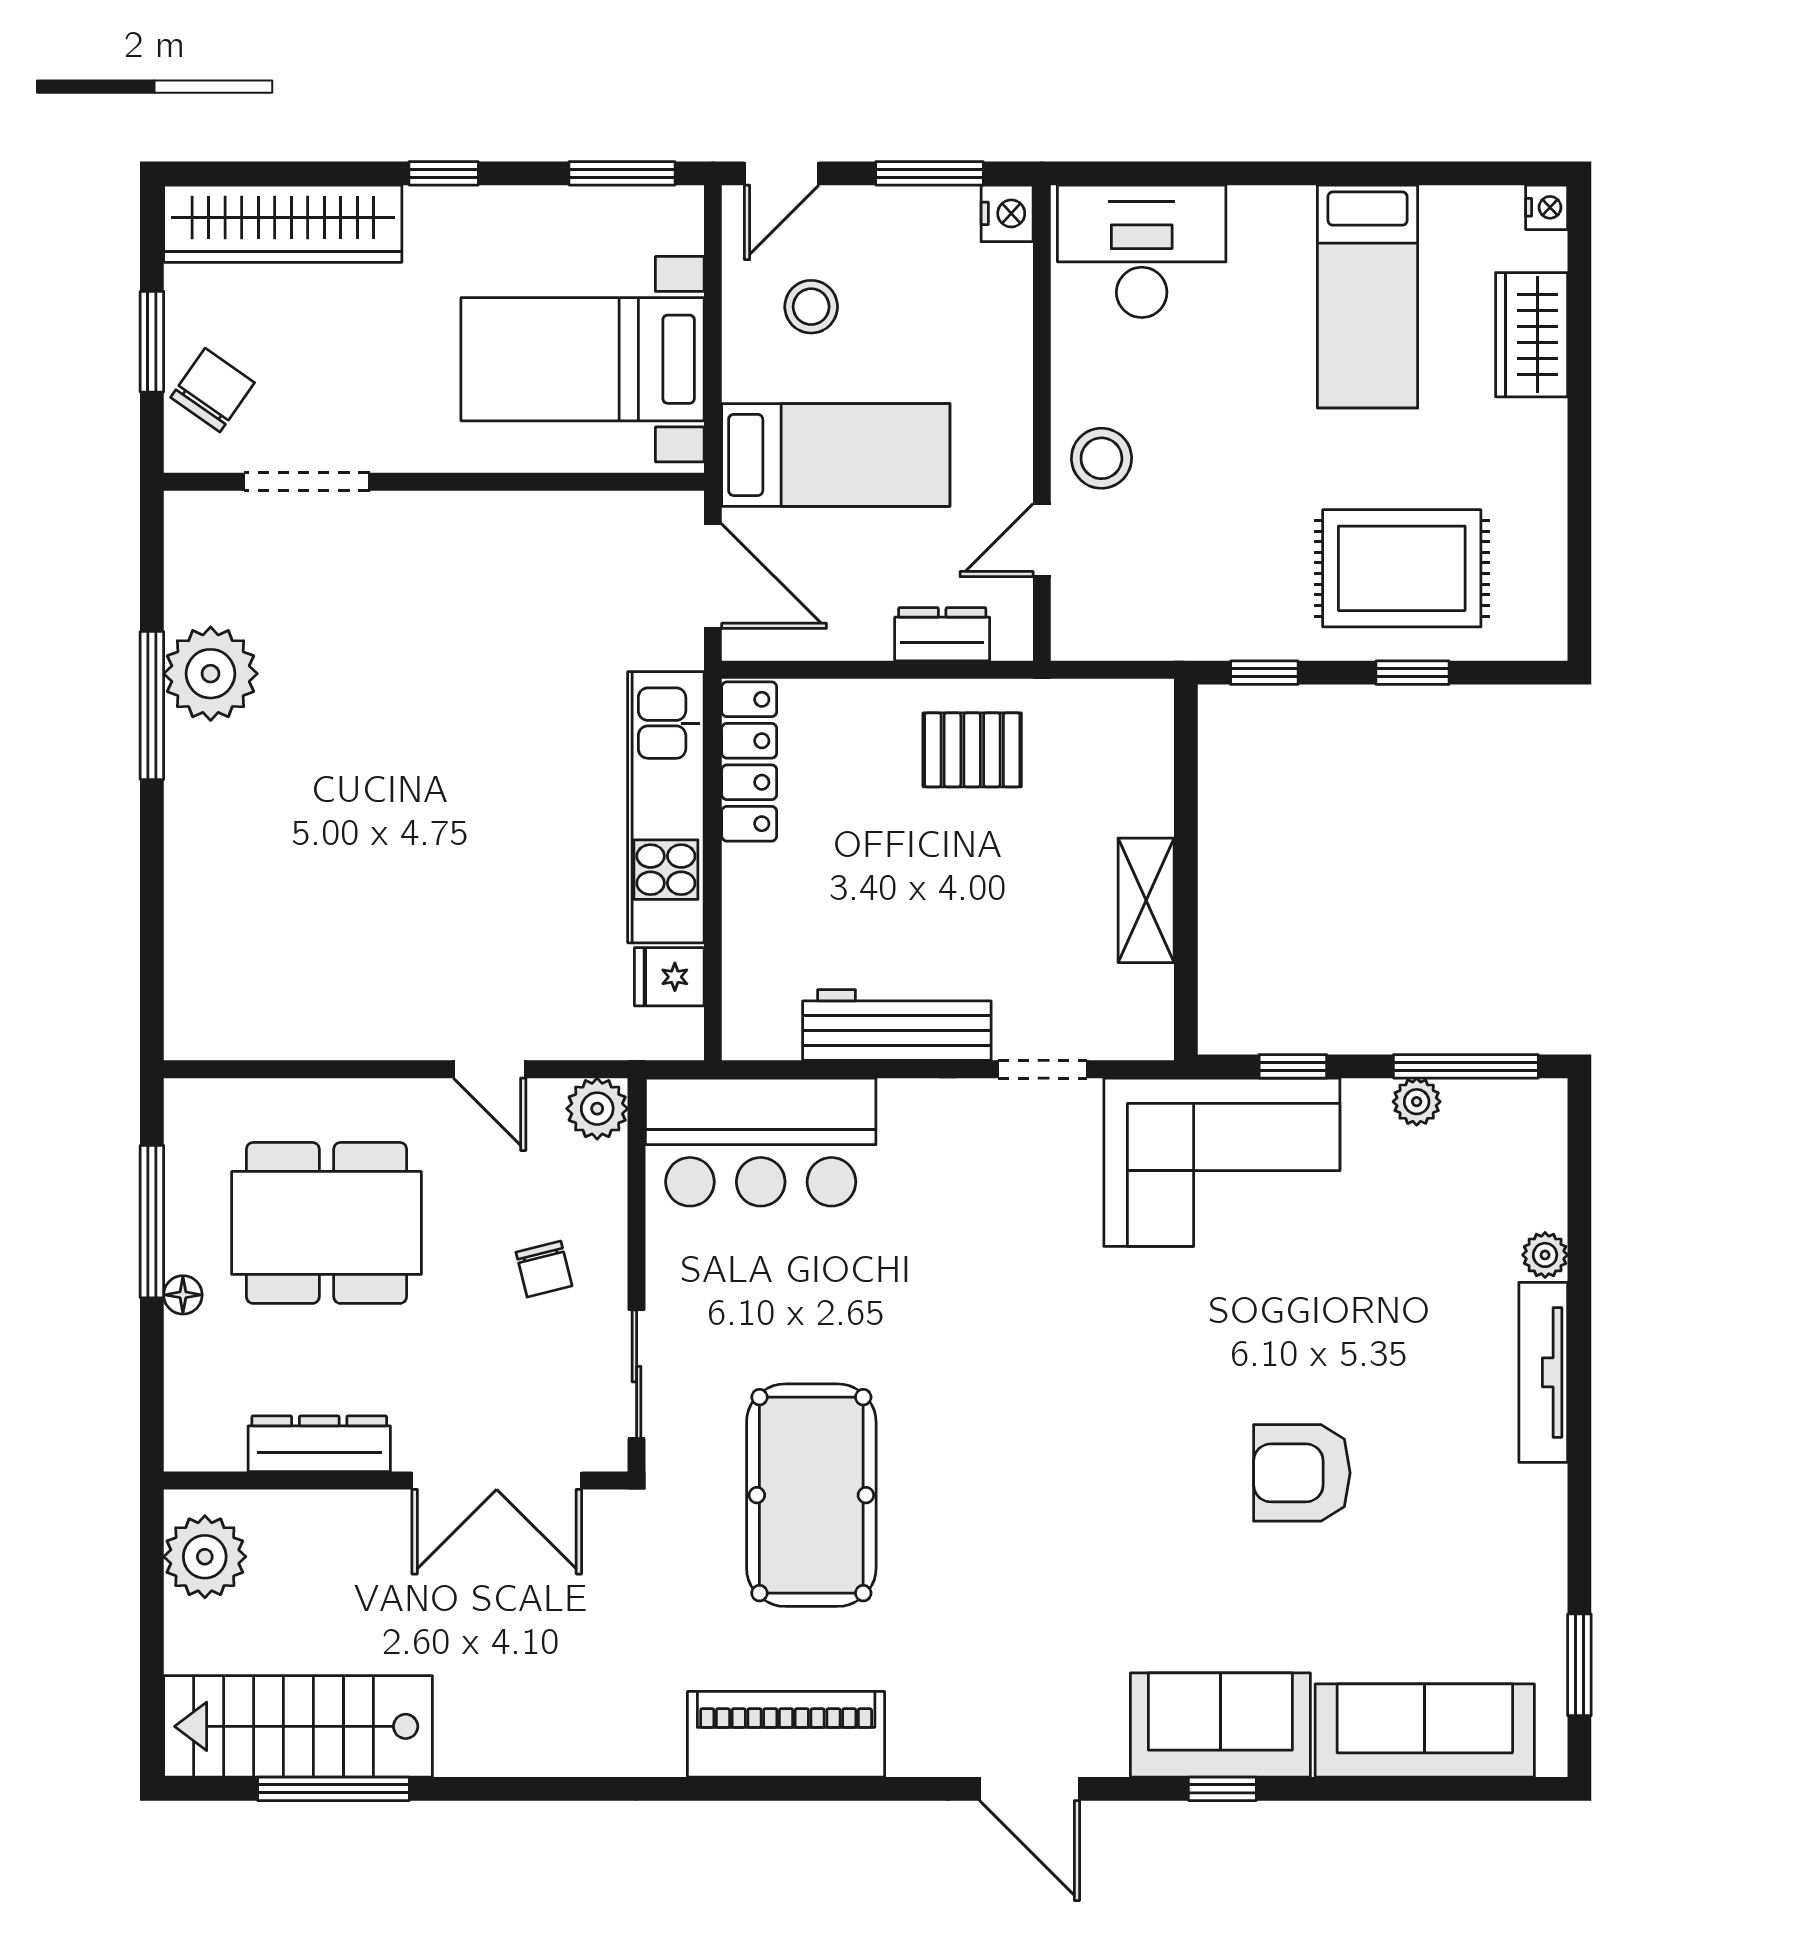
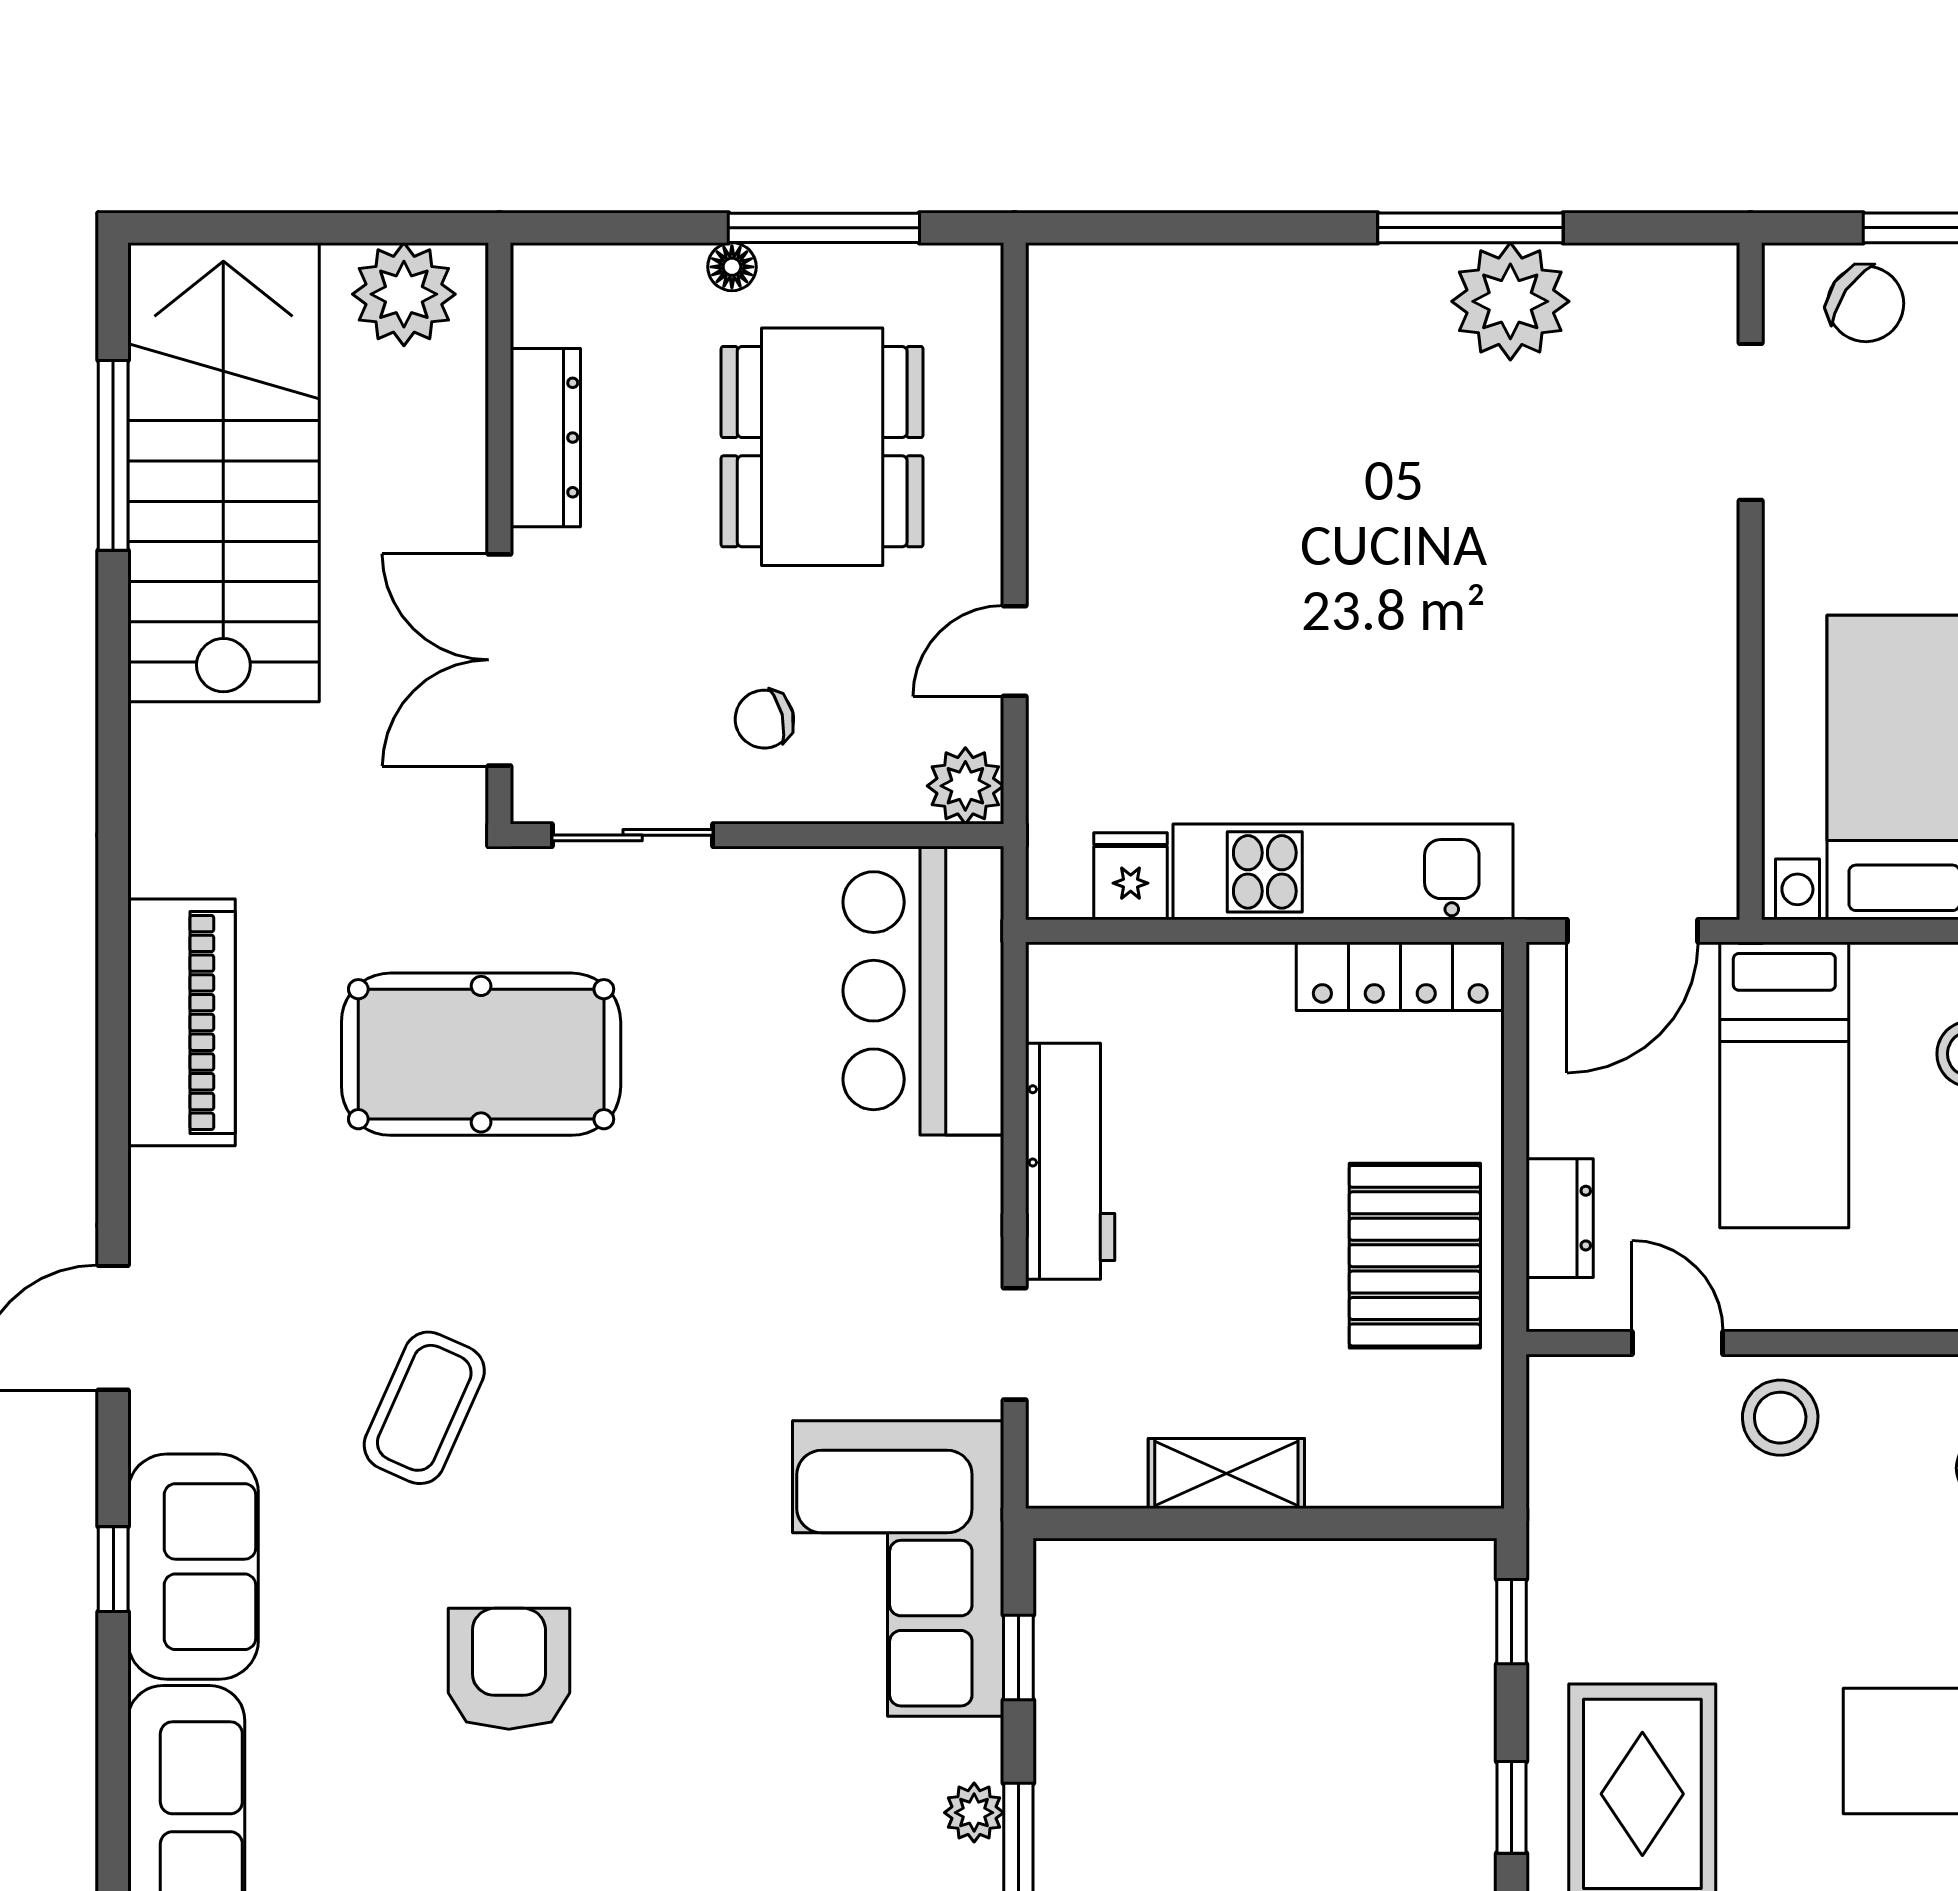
pallet: (972, 750) -> (1415, 1256), width x1.50, depth x1.42
coffee table: (1094, 1540) -> (424, 1408), added
stairs: (298, 1726) -> (223, 472), width x1.36, depth x1.51

